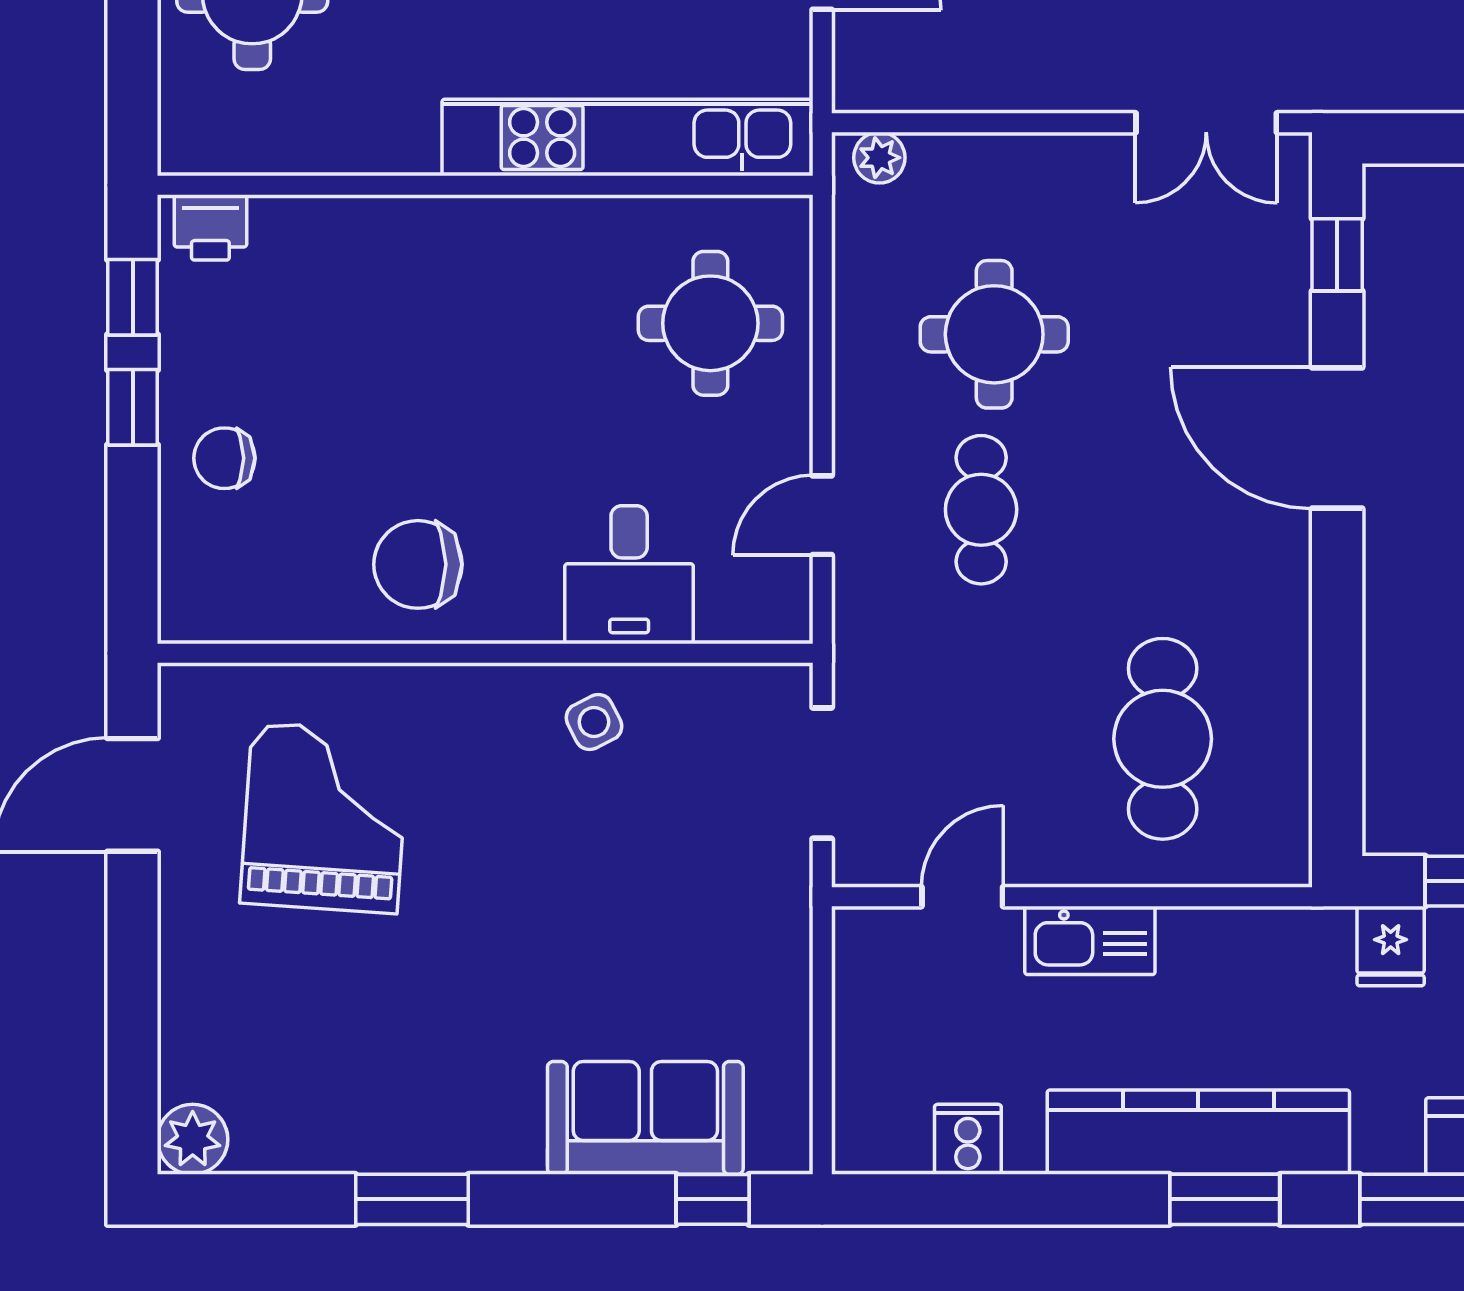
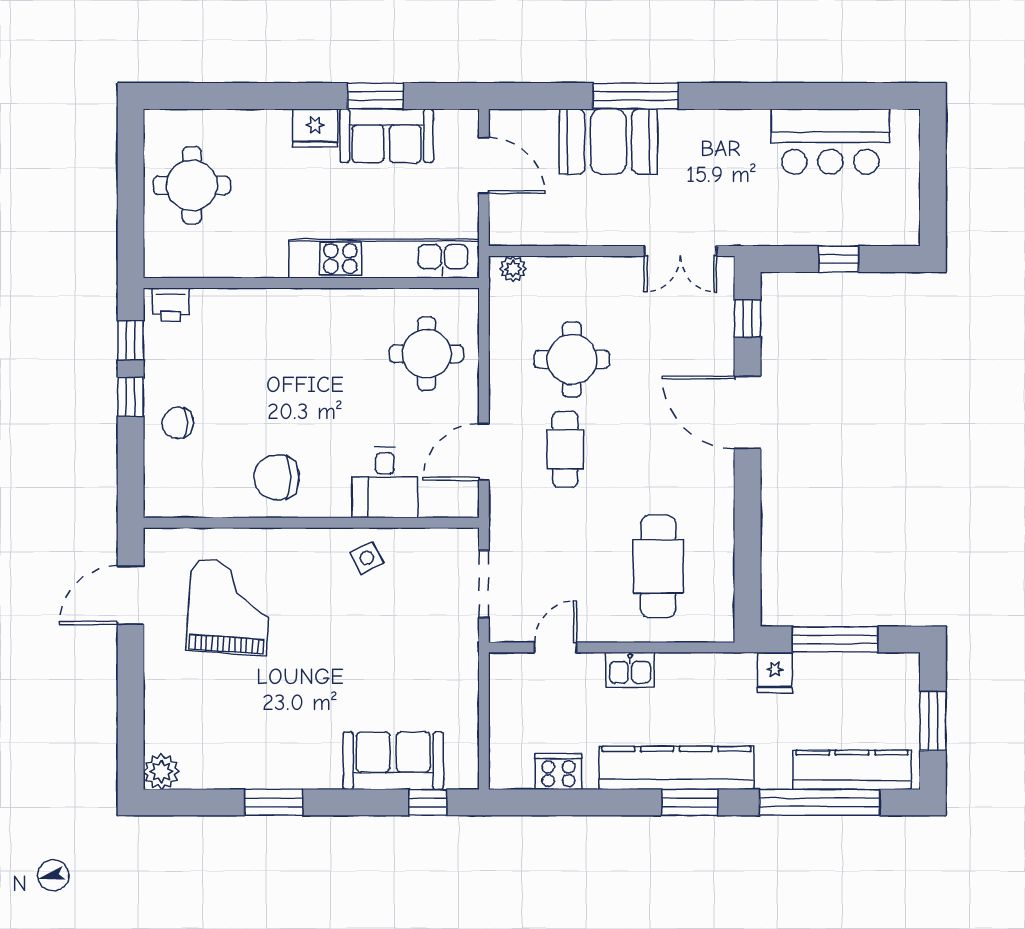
door: (822, 515) -> (484, 452), width x1.37
kitchen sink: (1090, 940) -> (630, 670), width x0.73
cooker: (968, 1139) -> (558, 772), width x1.36

